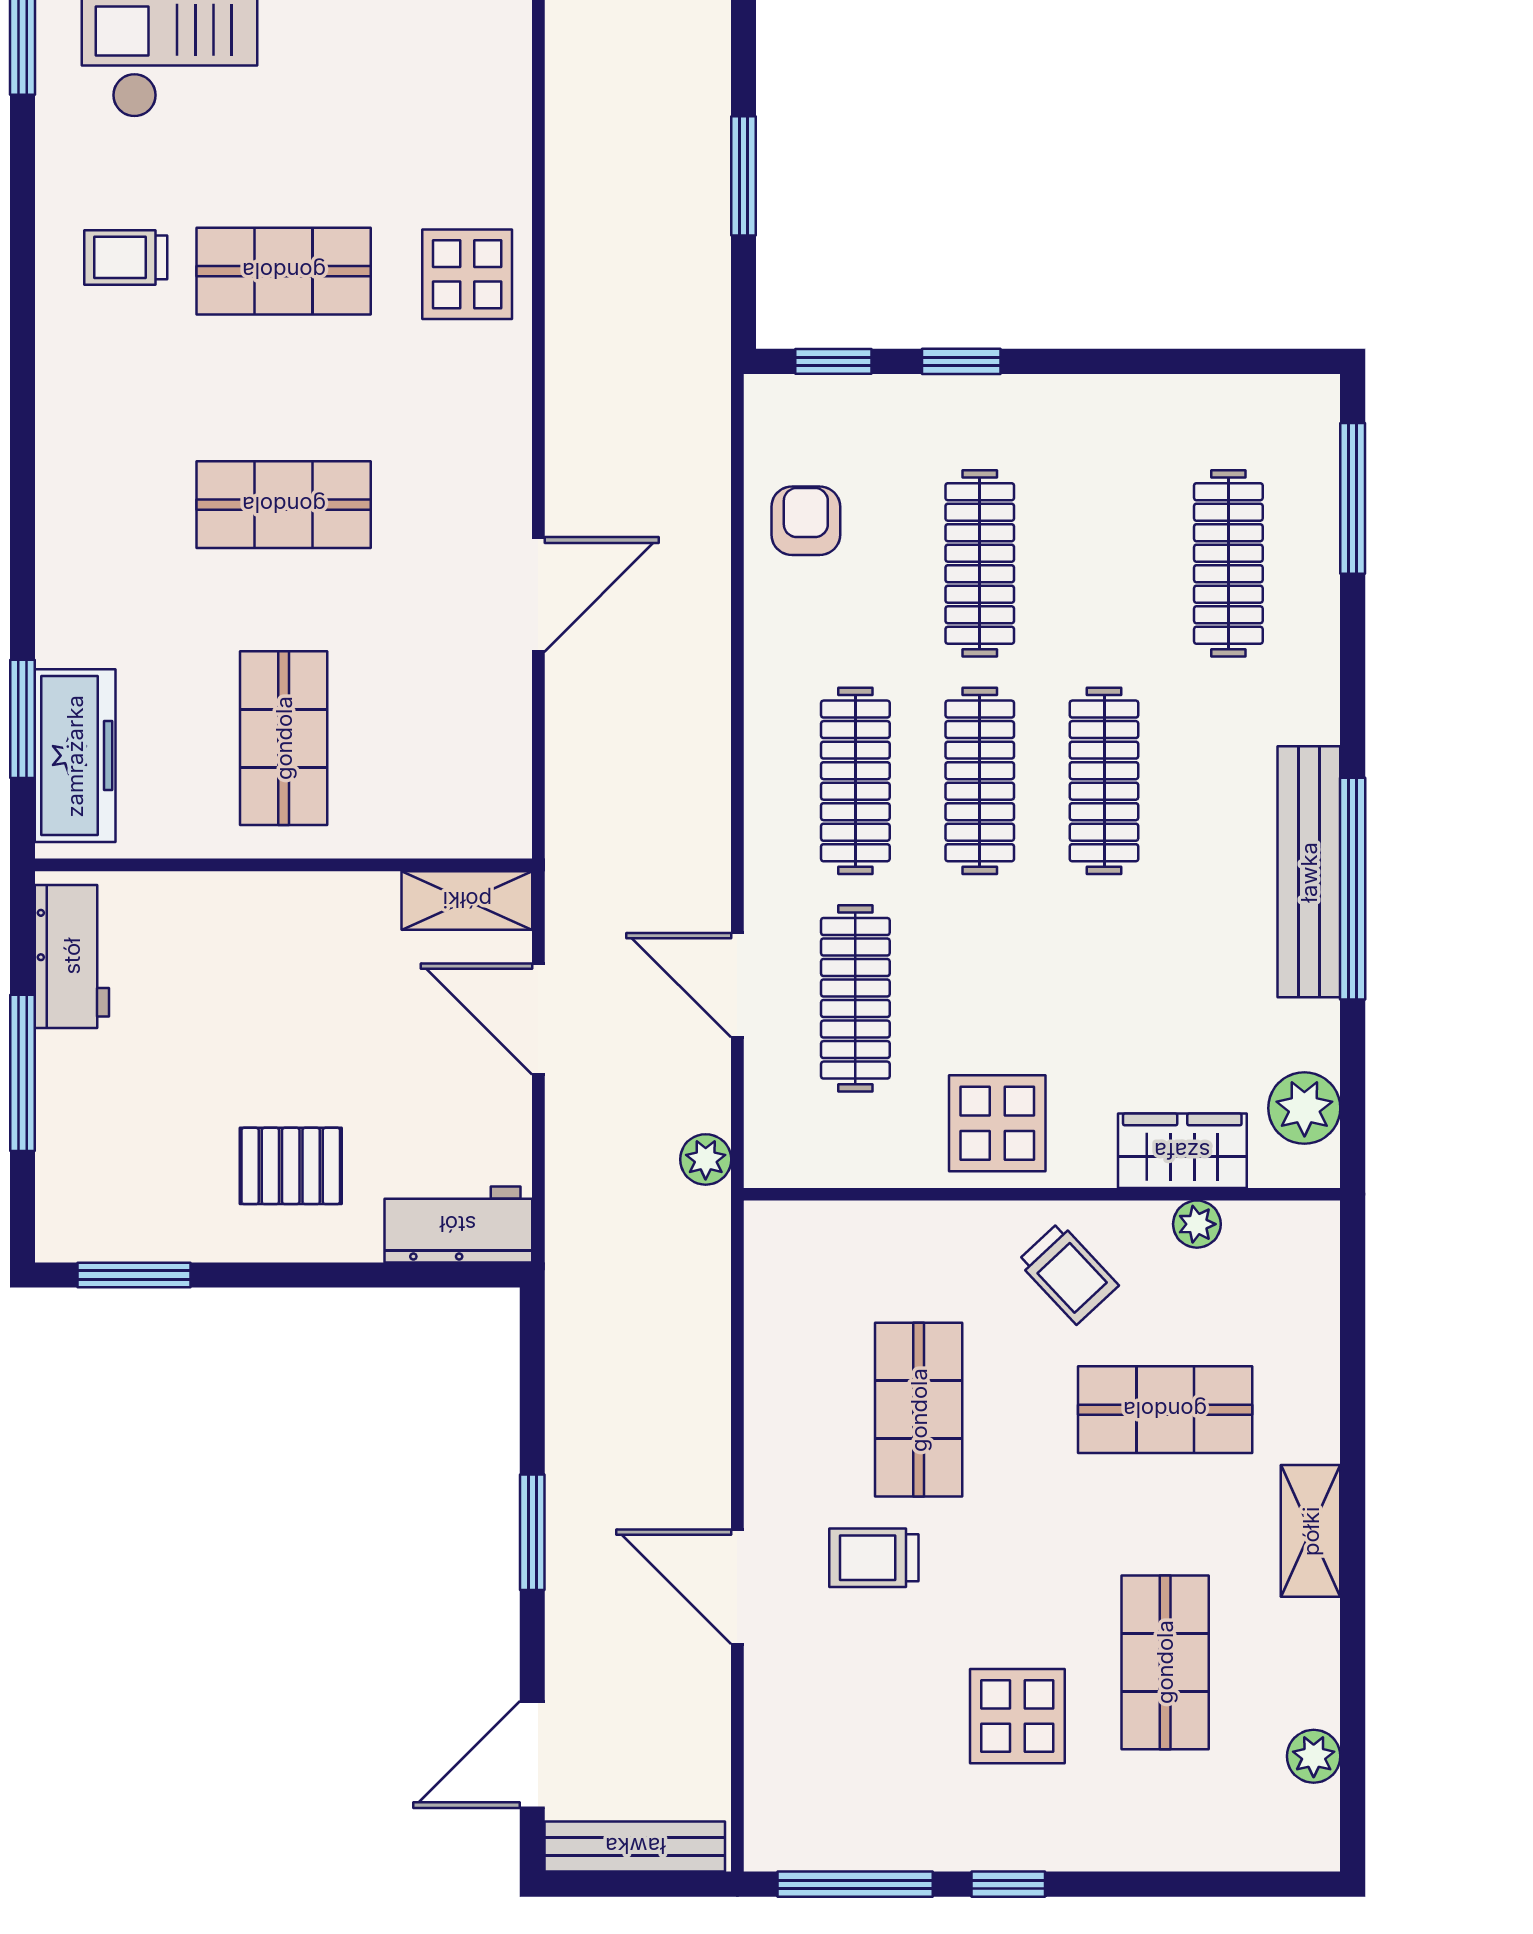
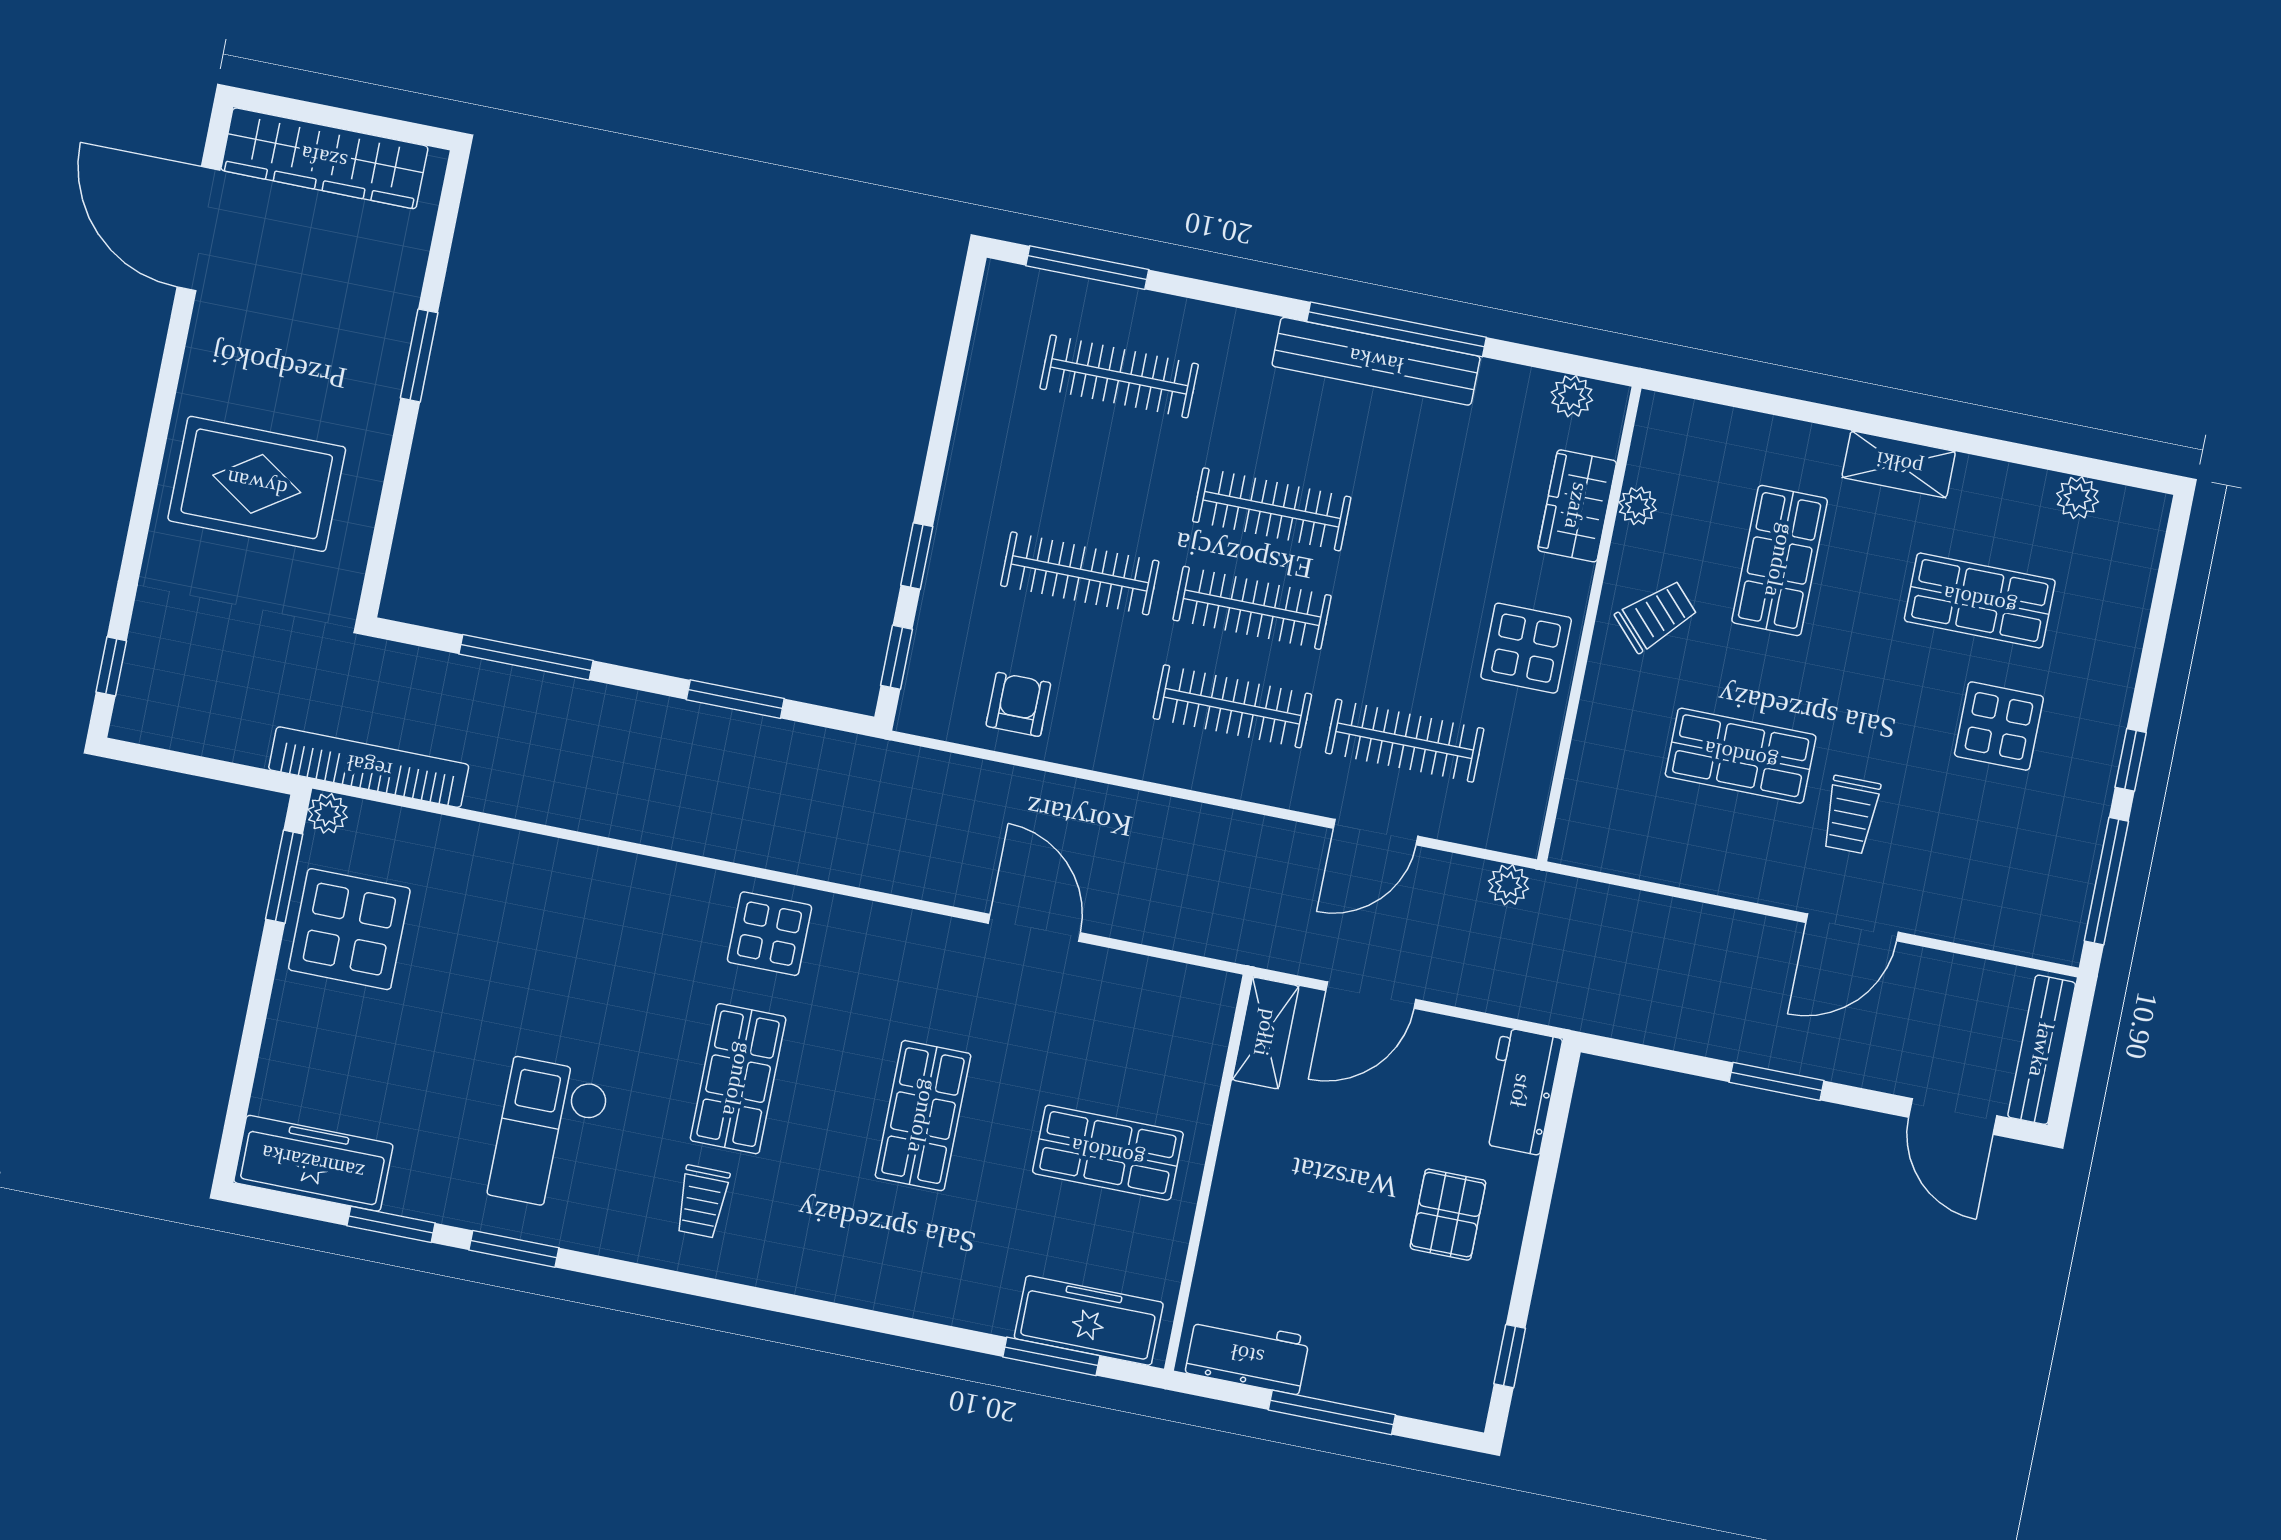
armchair: (806, 521) -> (1018, 704), turned 90
plant: (1304, 1108) -> (1572, 396), width x0.73, depth x0.73
window: (134, 1275) -> (1510, 1356), width x0.67

